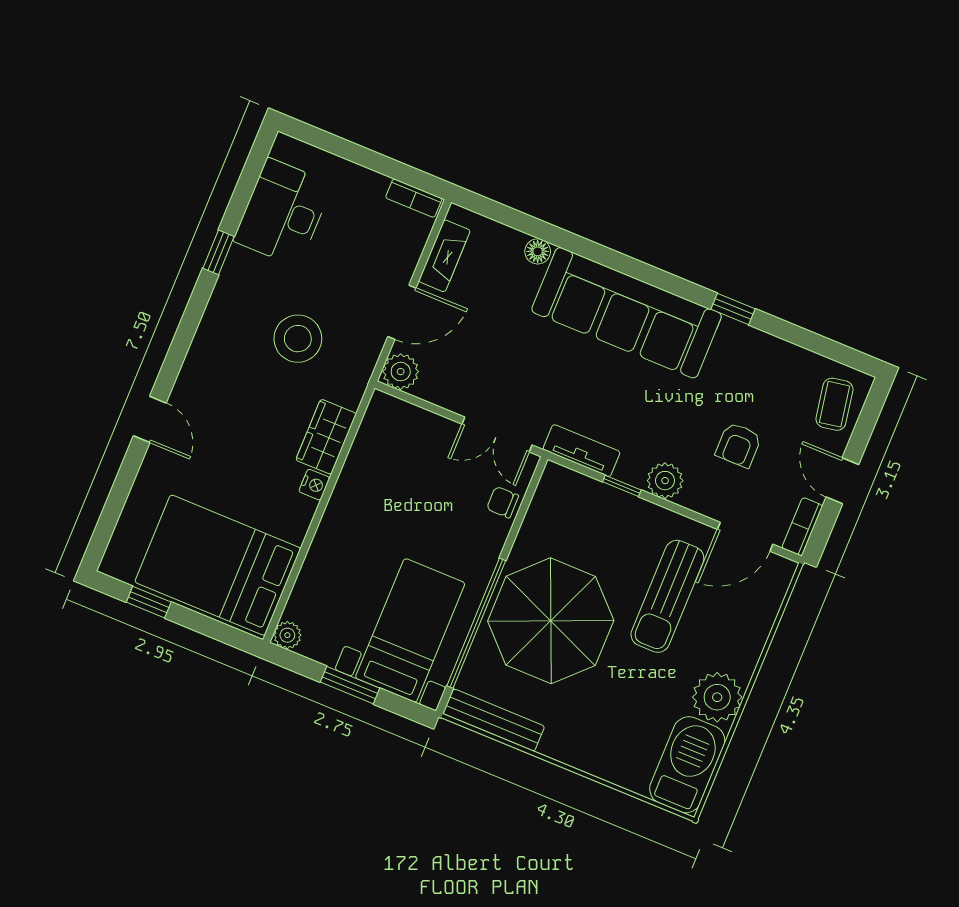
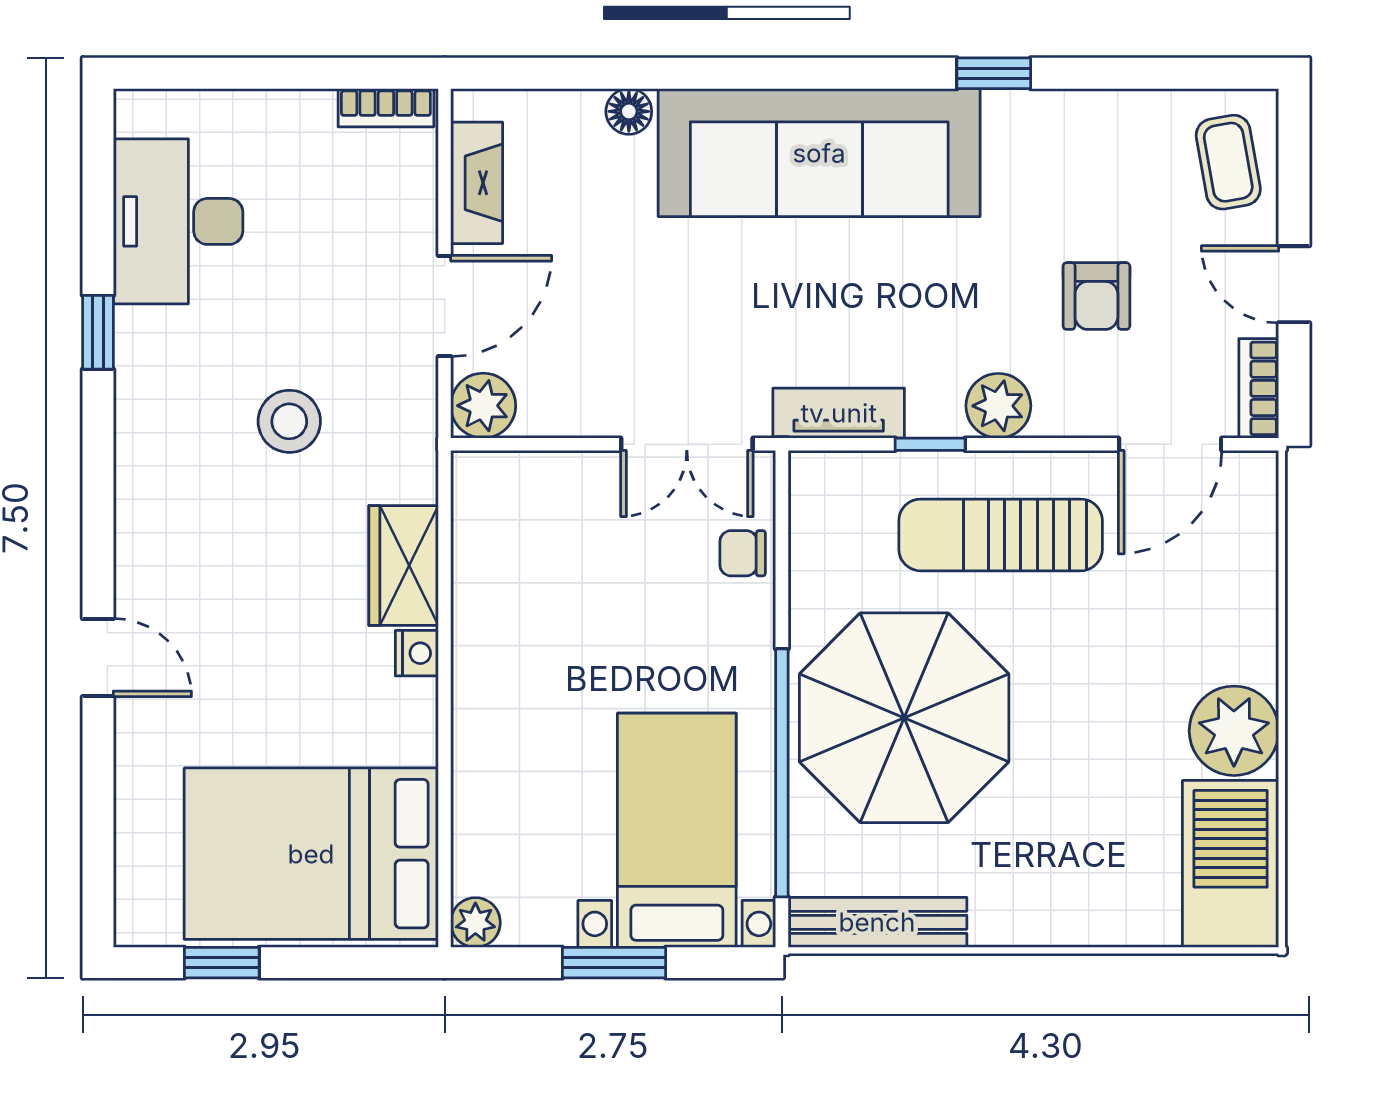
stool: (298, 339) -> (289, 421), width x0.73, depth x0.73
sun lounger: (667, 596) -> (1001, 535), moved, turned 90

